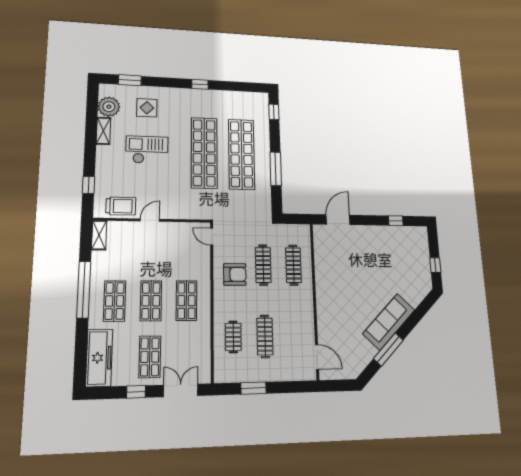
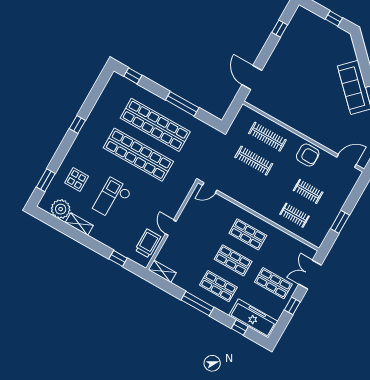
armchair: (235, 274) -> (308, 155), moved, turned 90
window: (84, 290) -> (197, 304), width x0.68
clothes rail: (265, 336) -> (308, 191), width x0.73
window: (81, 349) -> (240, 327), added

